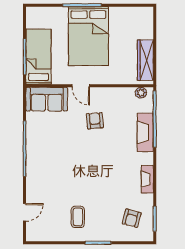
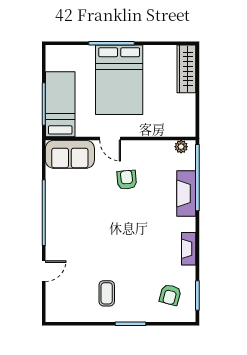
wardrobe: (145, 60) -> (186, 69), moved
door: (25, 212) -> (44, 271), moved

